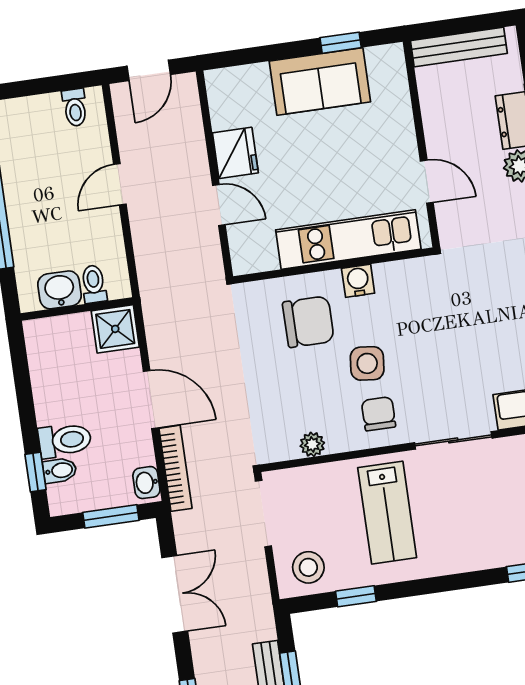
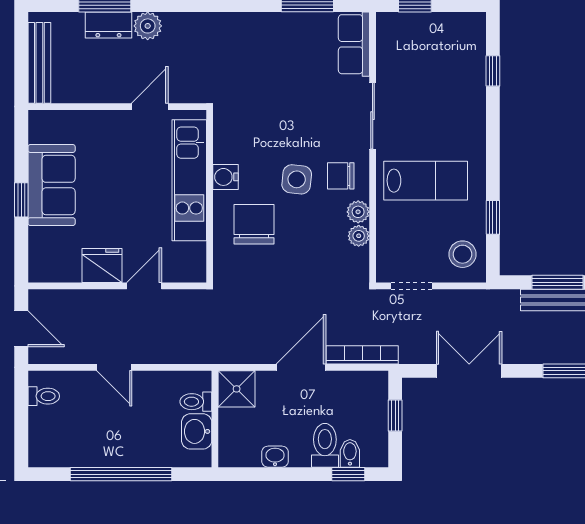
window: (341, 43) -> (21, 200), moved
plant: (340, 440) -> (358, 212), added
washbasin: (146, 483) -> (275, 457), moved, turned 180
doorway: (263, 514) -> (411, 286), width x0.73
window: (111, 516) -> (395, 416), width x0.67

